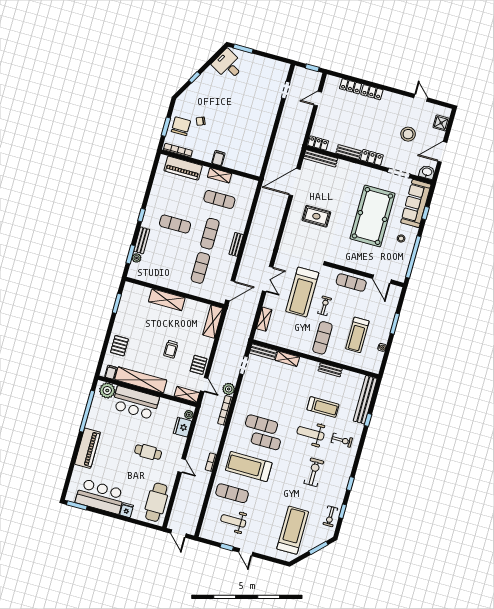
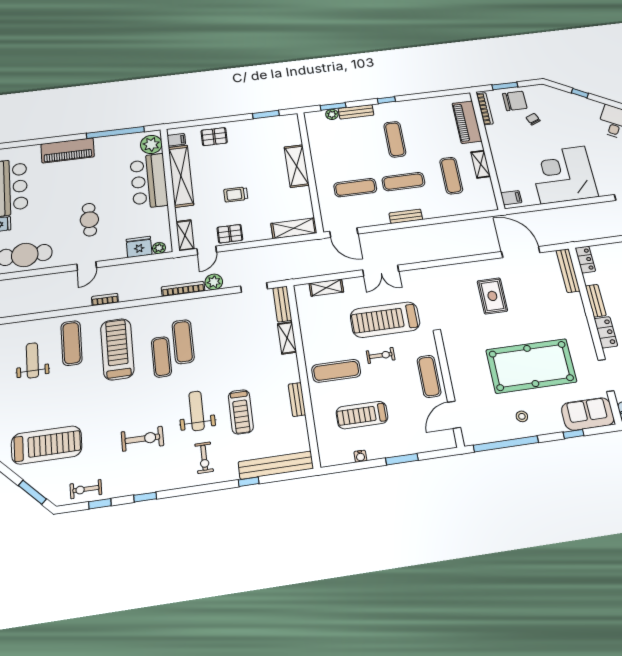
corner desk: (252, 124) -> (563, 175), added
filing cabinet: (218, 158) -> (511, 198), moved
sofa: (416, 203) -> (588, 414), width x0.73

